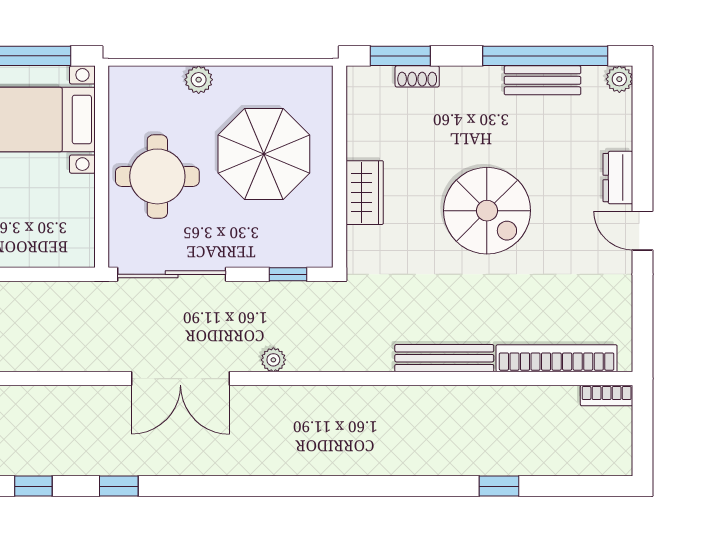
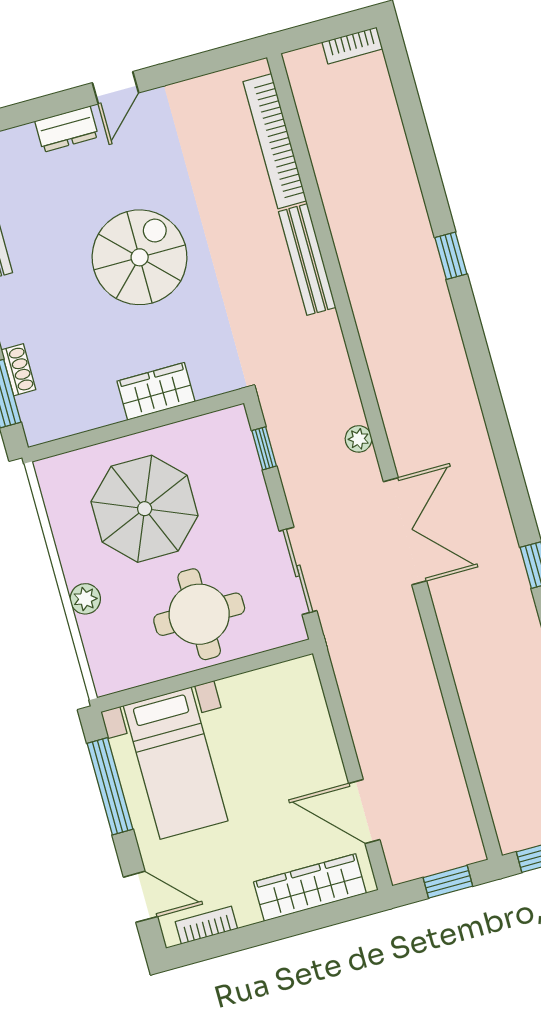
sliding door: (172, 274) -> (298, 571), width x0.73
bookcase: (607, 395) -> (352, 45), moved, turned 90
window: (499, 486) -> (451, 256), moved

